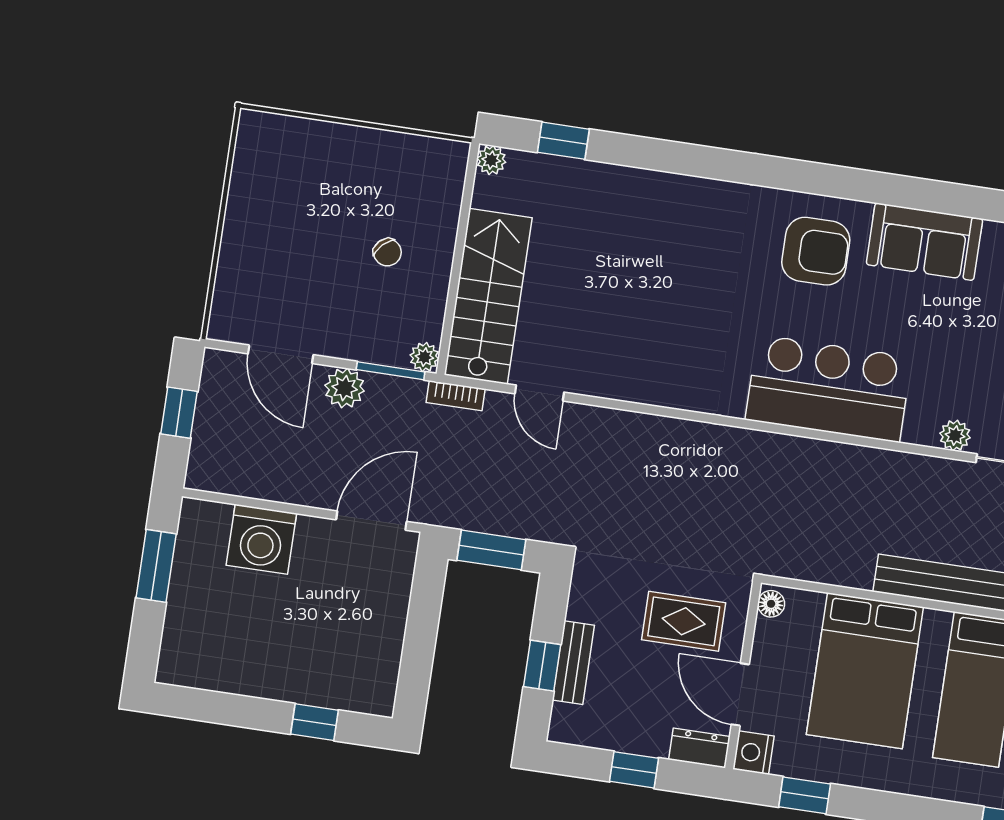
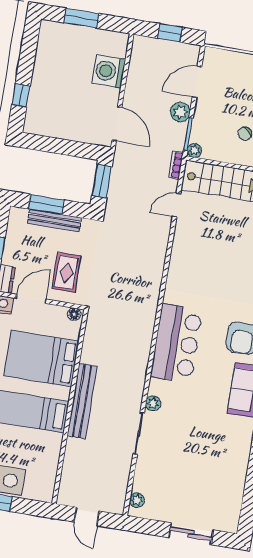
window: (156, 566) -> (81, 18), moved
bench: (573, 663) -> (54, 220), width x1.36
window: (542, 666) -> (46, 204), width x1.50

